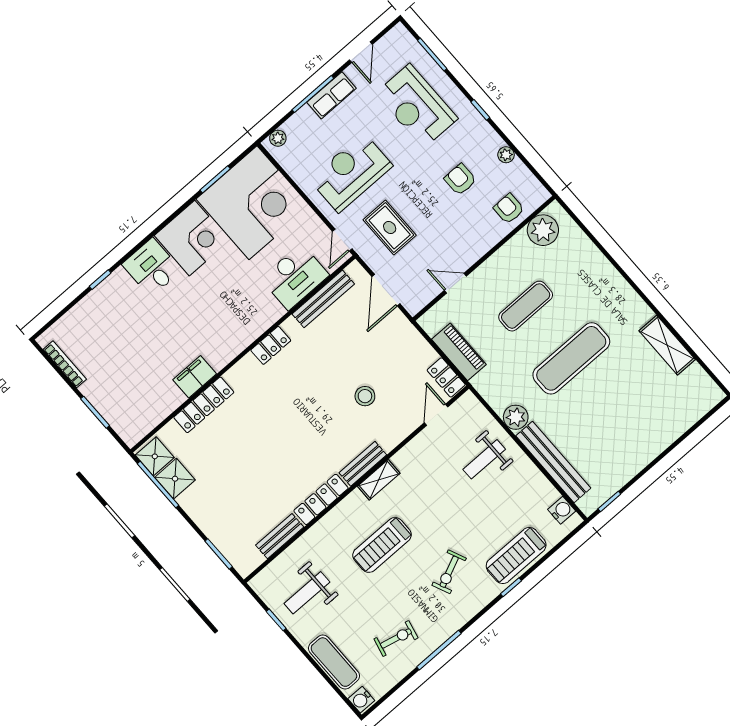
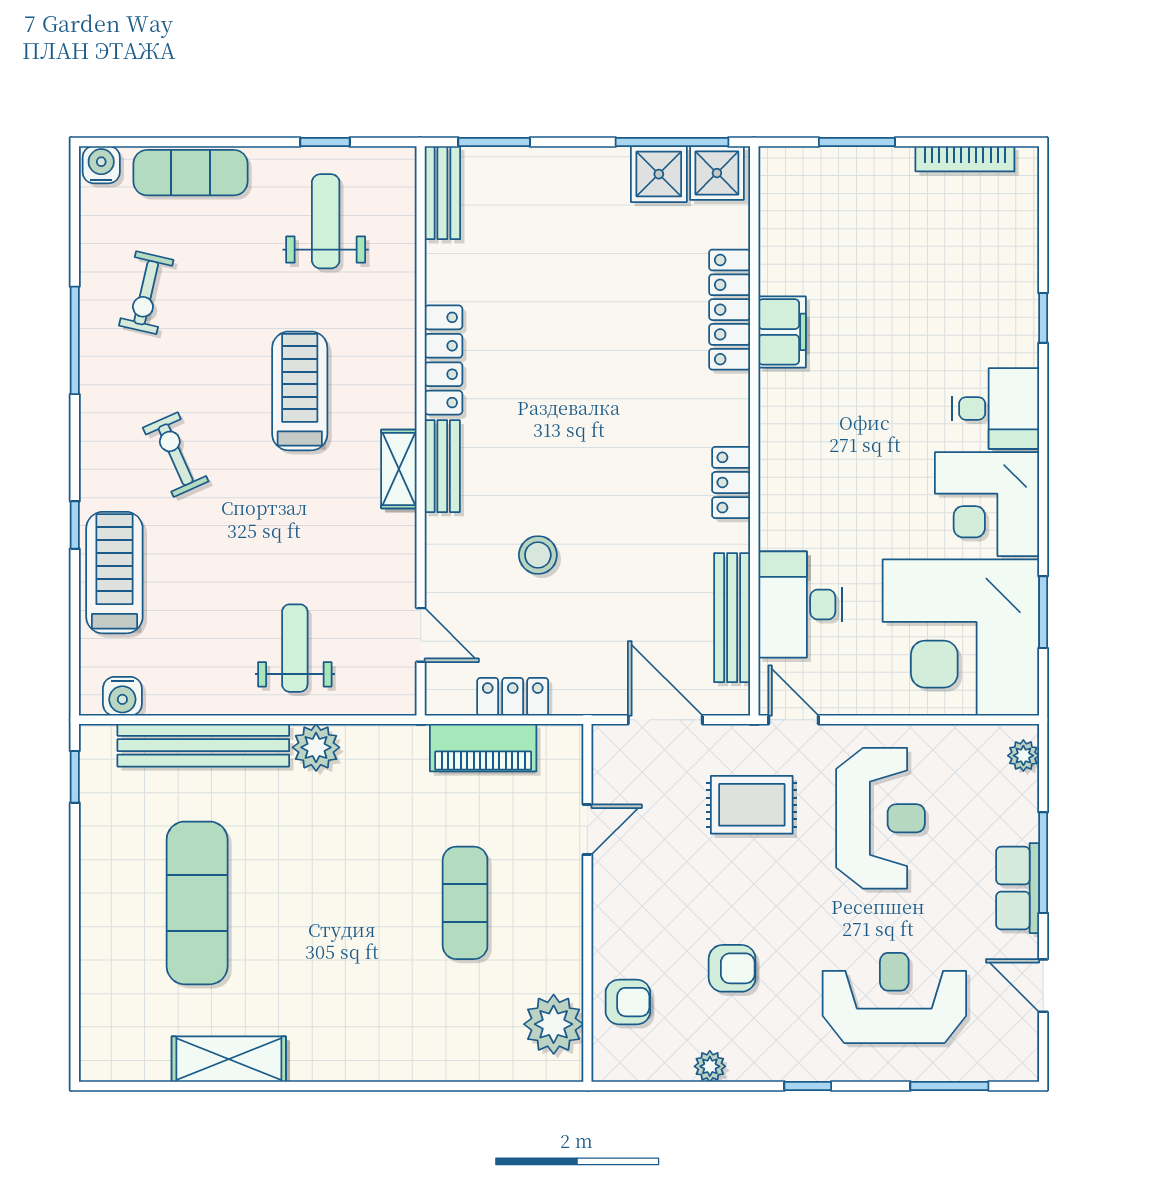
exercise mat: (571, 358) -> (197, 903), moved
locker: (446, 377) -> (513, 697), moved
bench: (280, 536) -> (442, 193), moved

